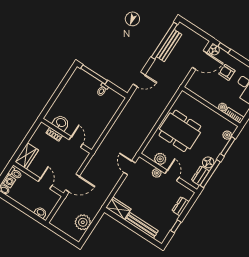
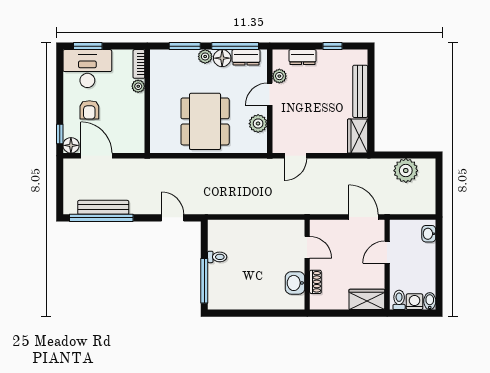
plant: (227, 135) -> (205, 56), moved
door: (76, 142) -> (307, 247), swing flipped
plant: (157, 173) -> (279, 76), moved

